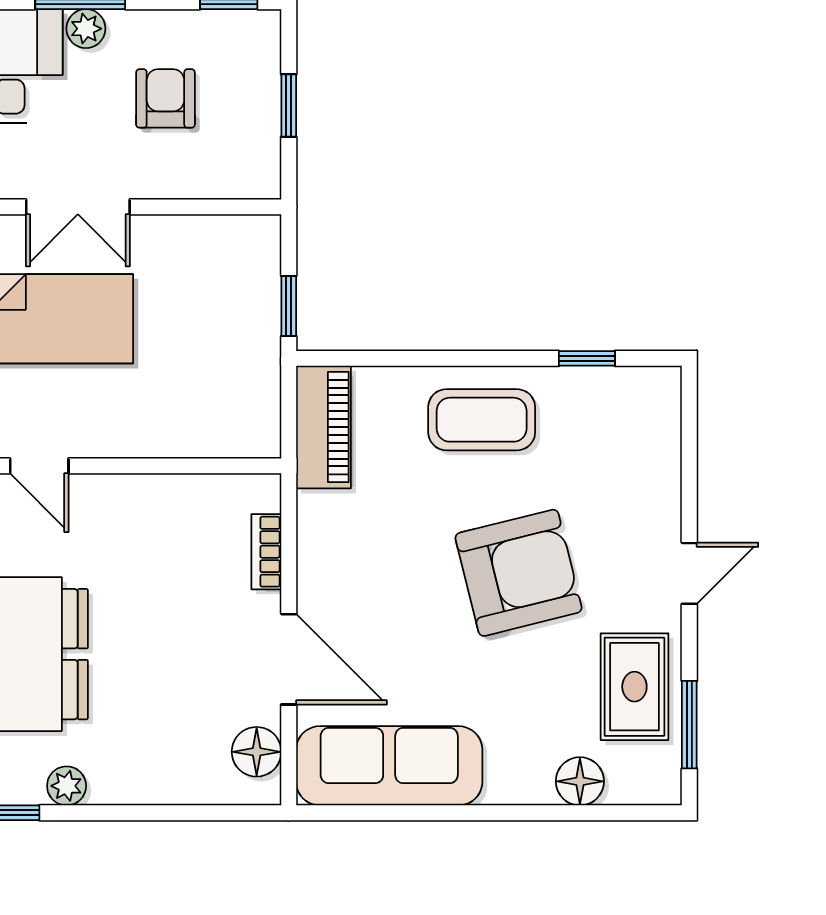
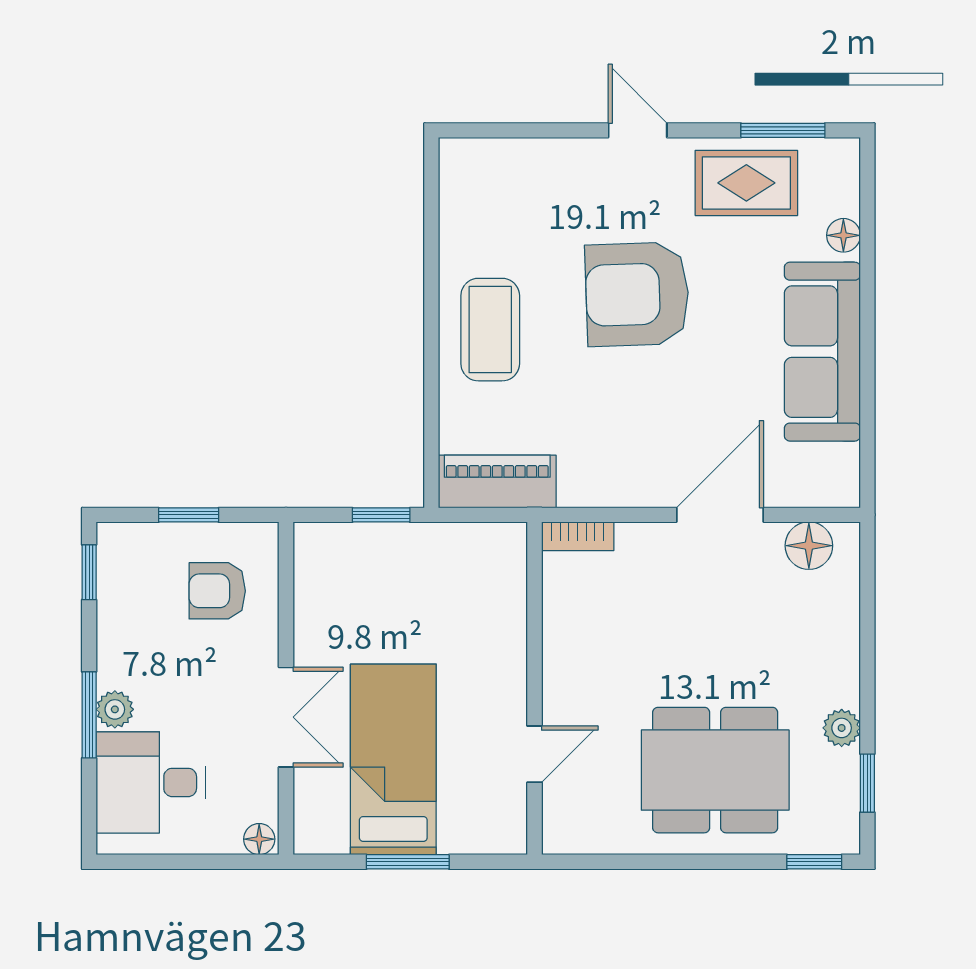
armchair: (165, 98) -> (217, 591), moved
window: (587, 358) -> (431, 229), removed
bookcase: (266, 552) -> (578, 536), moved
armchair: (519, 573) -> (637, 294), turned -78
sofa: (389, 766) -> (822, 352), moved
floor lamp: (580, 781) -> (843, 235), width x0.73, depth x0.73

